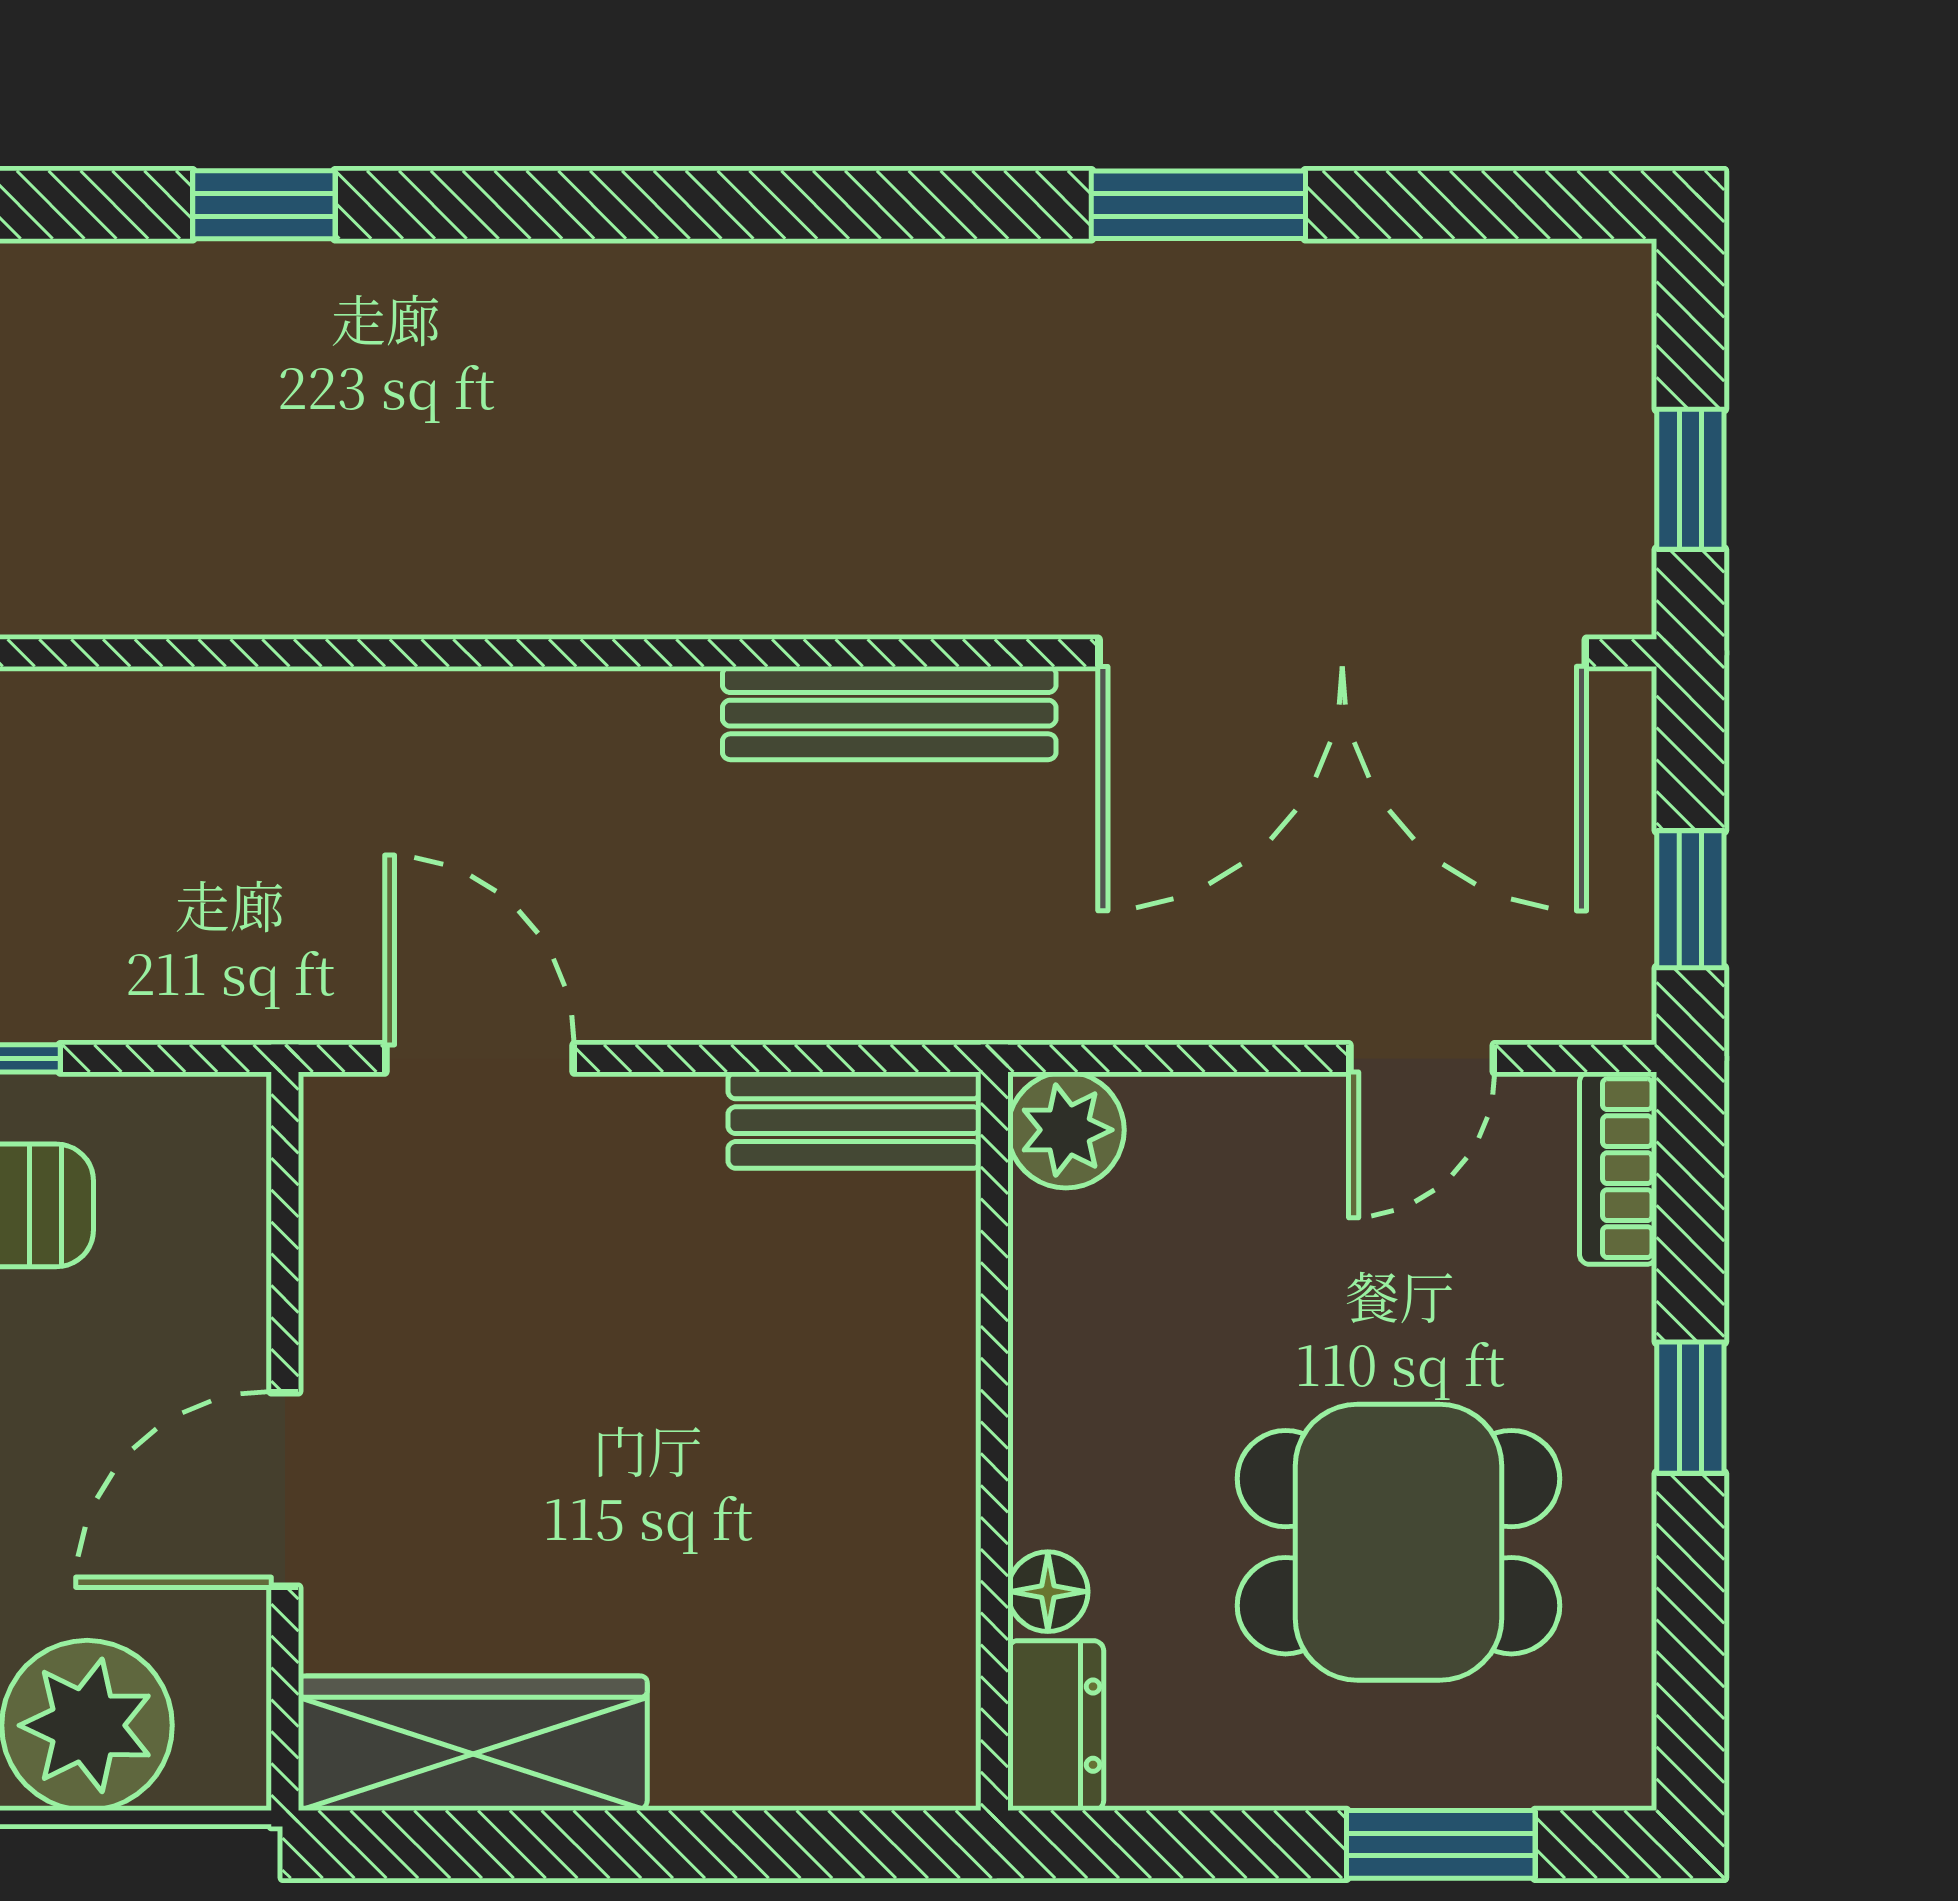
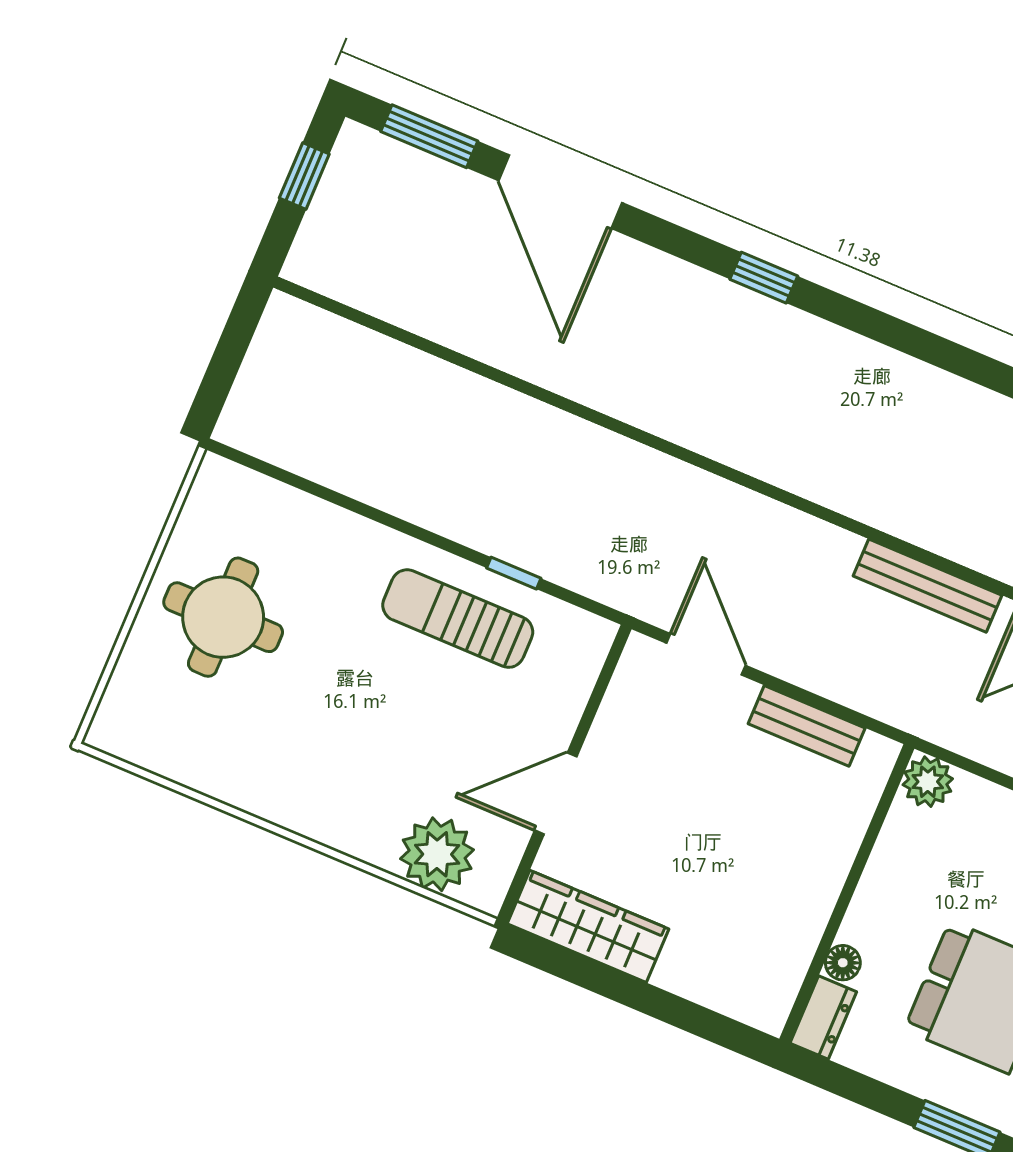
bench: (854, 1120) -> (807, 726), moved

